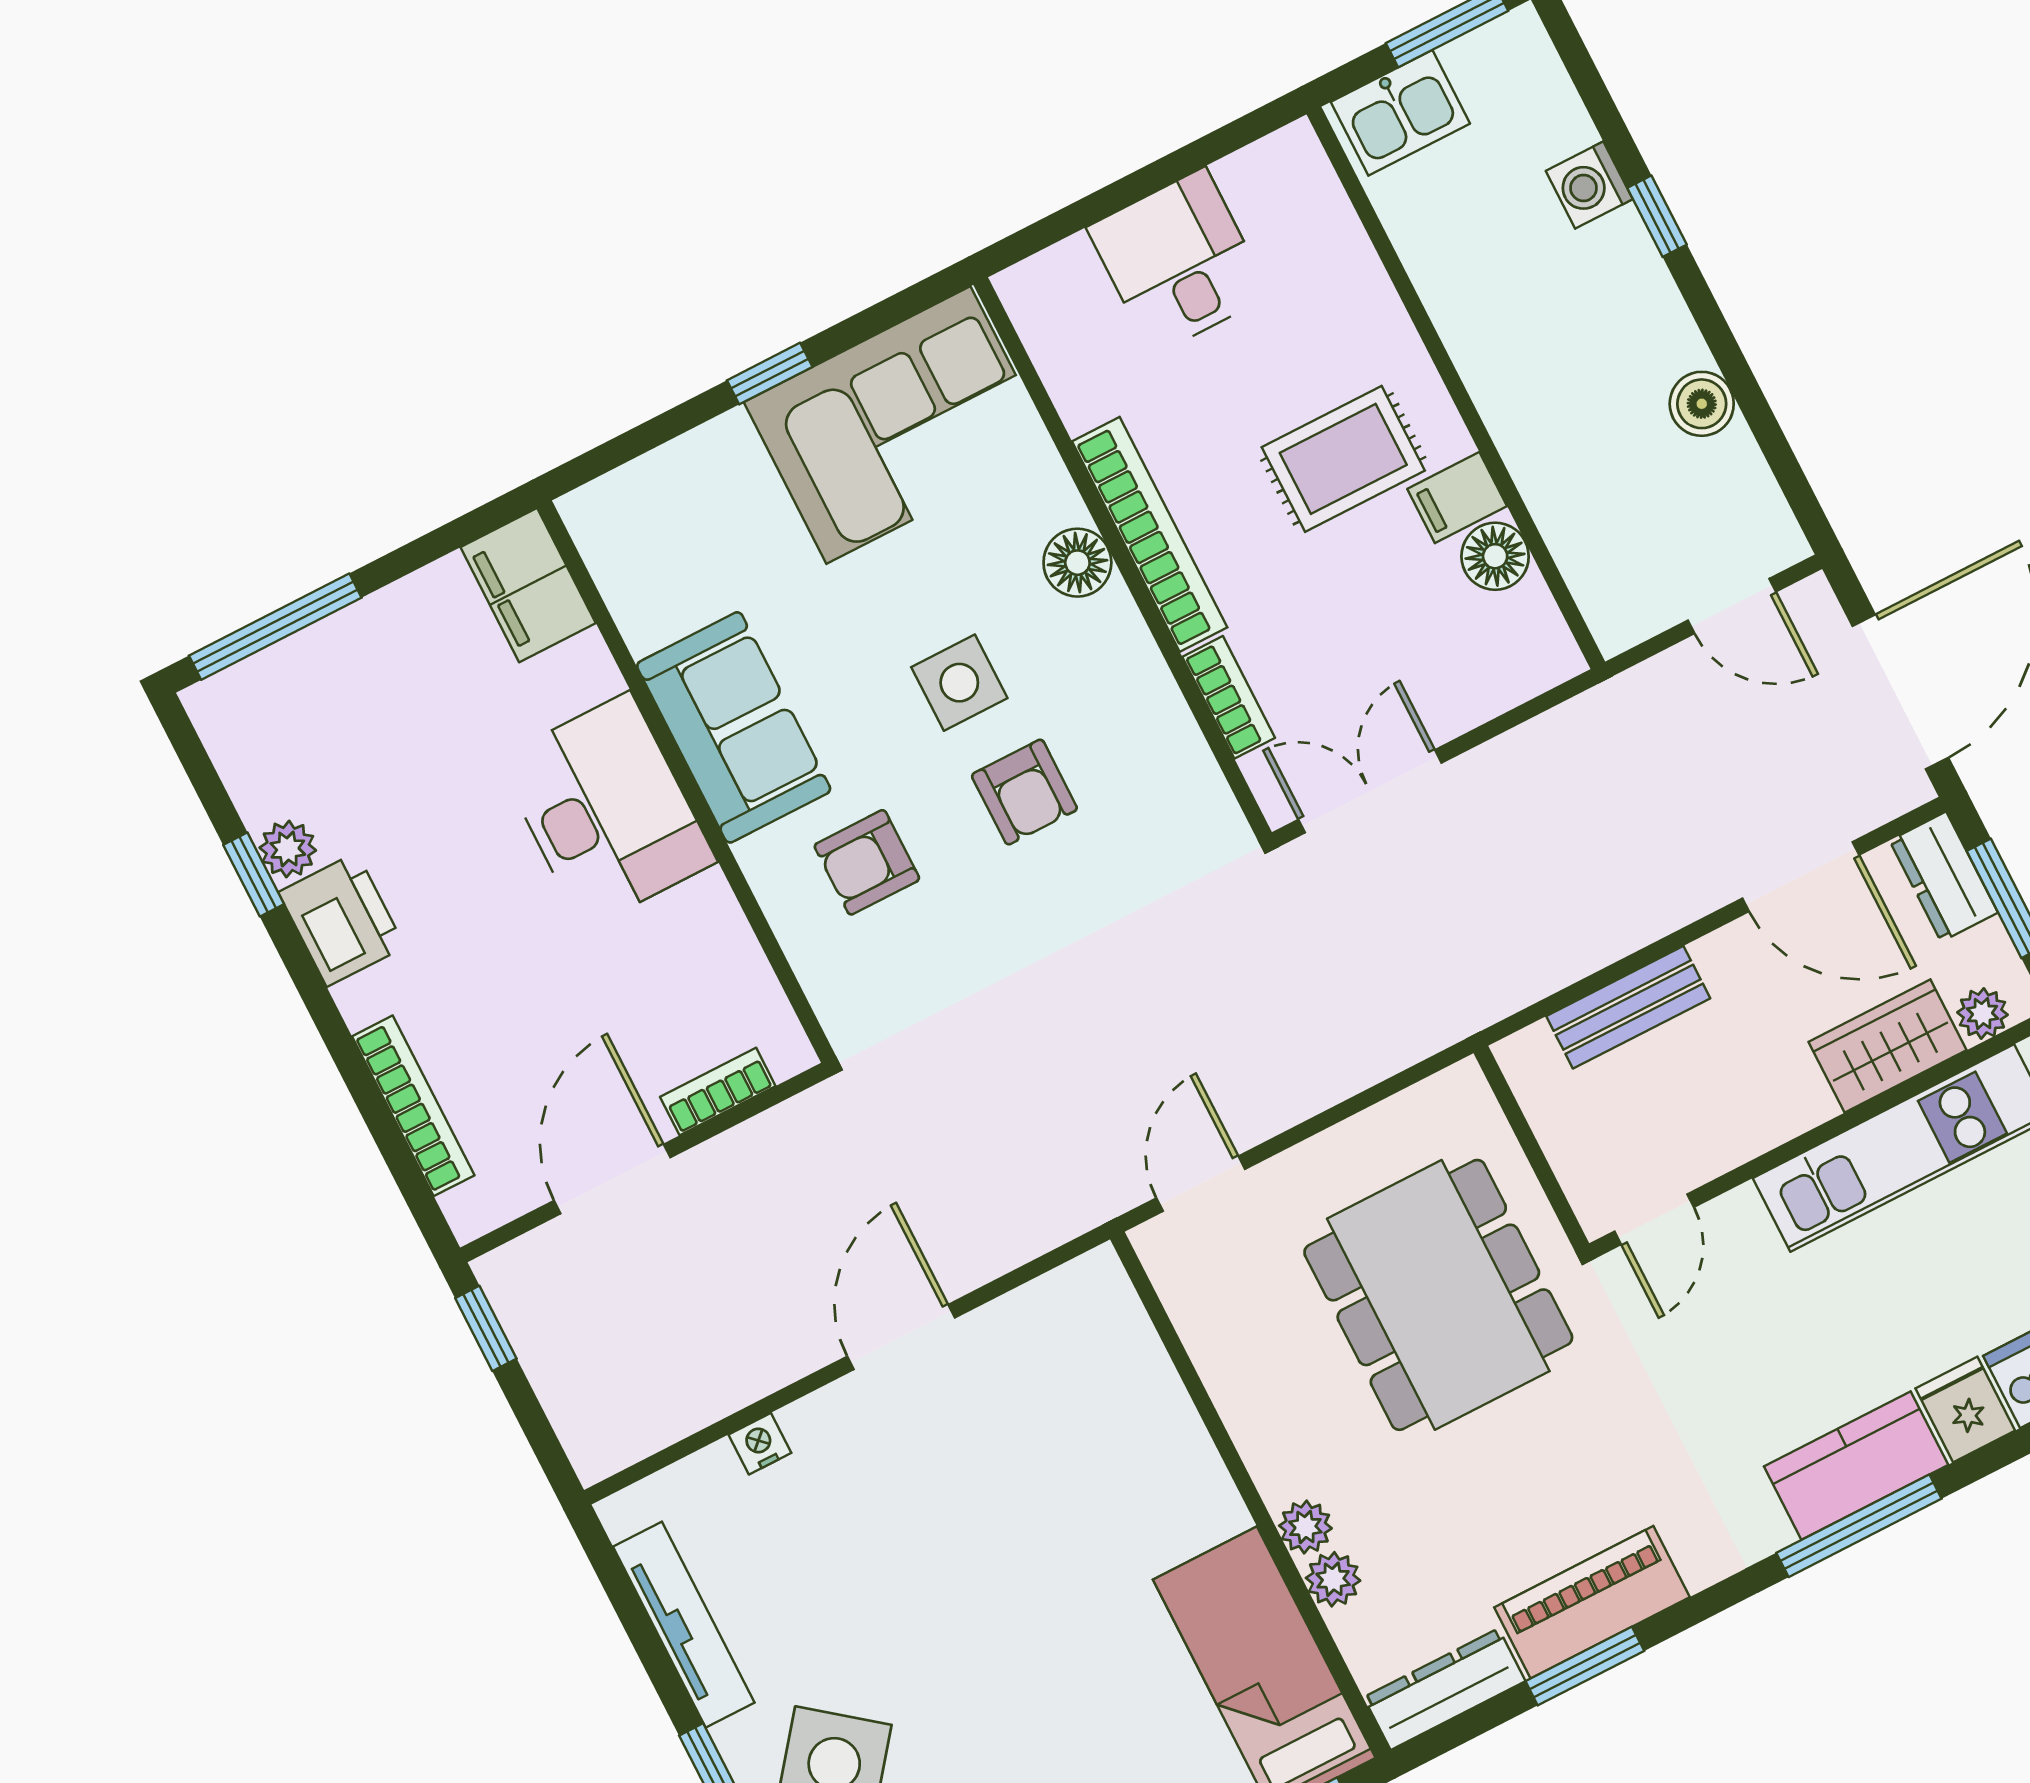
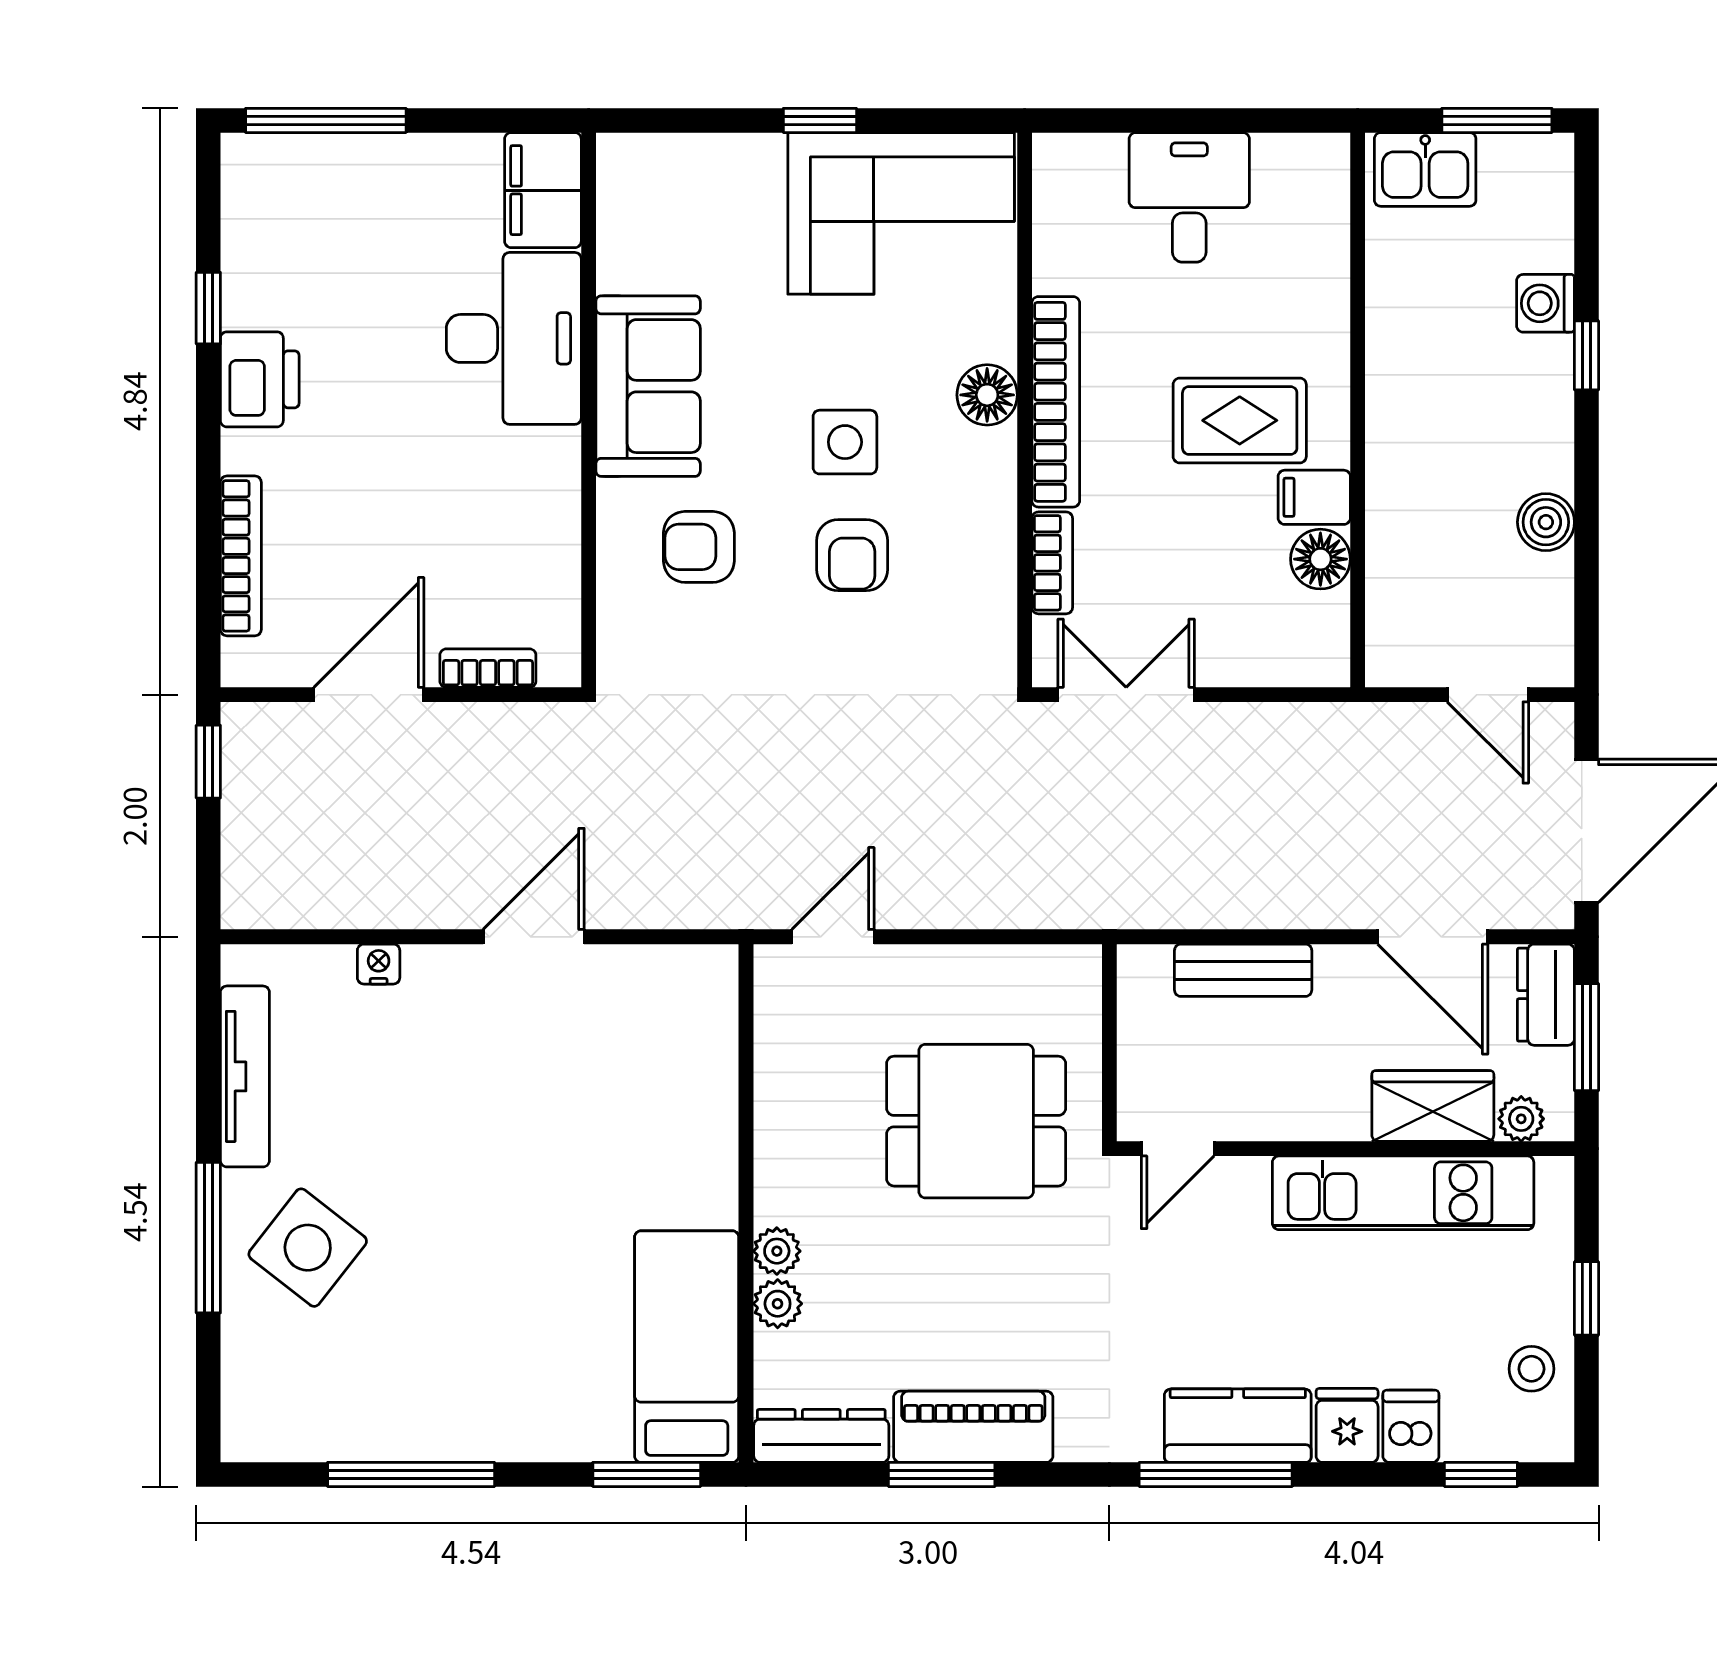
desk: (607, 811) -> (514, 338), moved
plant: (288, 849) -> (246, 302), removed
dining table: (1438, 1295) -> (976, 1121), width x0.73

